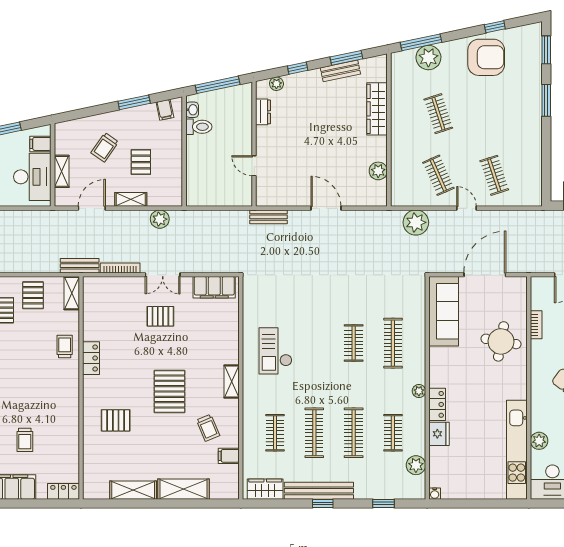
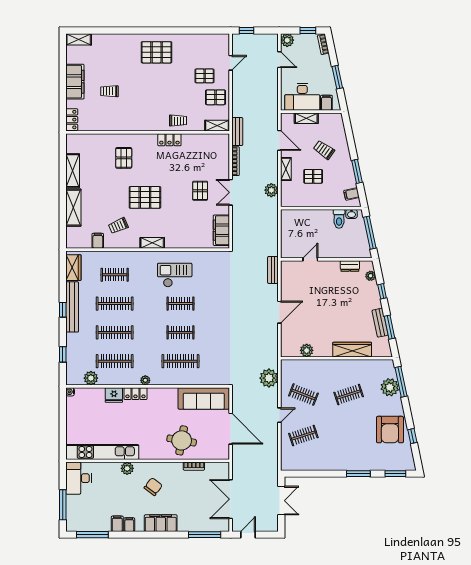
clothes rail: (438, 175) -> (303, 394), turned 45
clothes rail: (314, 343) -> (180, 304), added
clothes rail: (393, 433) -> (115, 361), width x1.36
plant: (539, 441) -> (127, 468), moved

